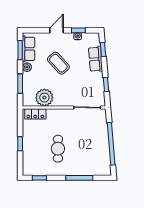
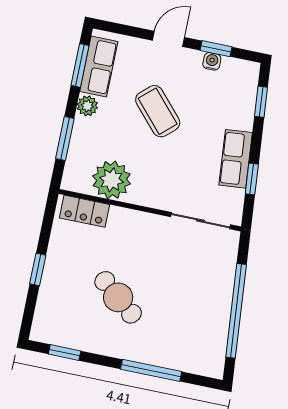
row of seats: (96, 59) -> (236, 159), moved
cafe table: (58, 149) -> (118, 297), turned -51

